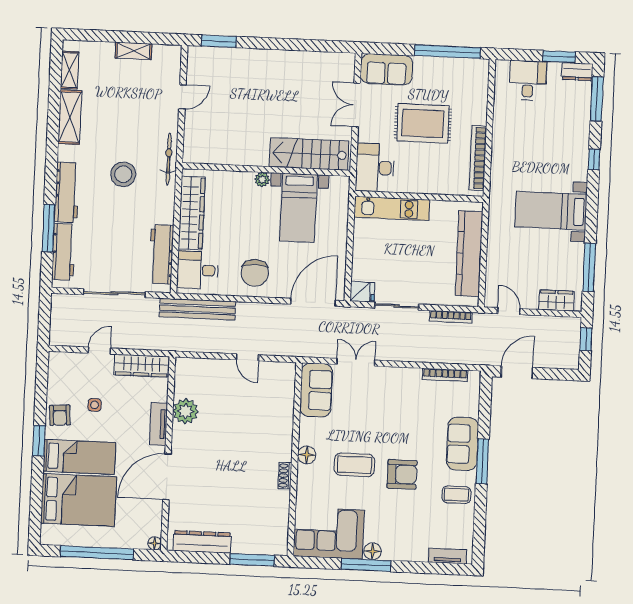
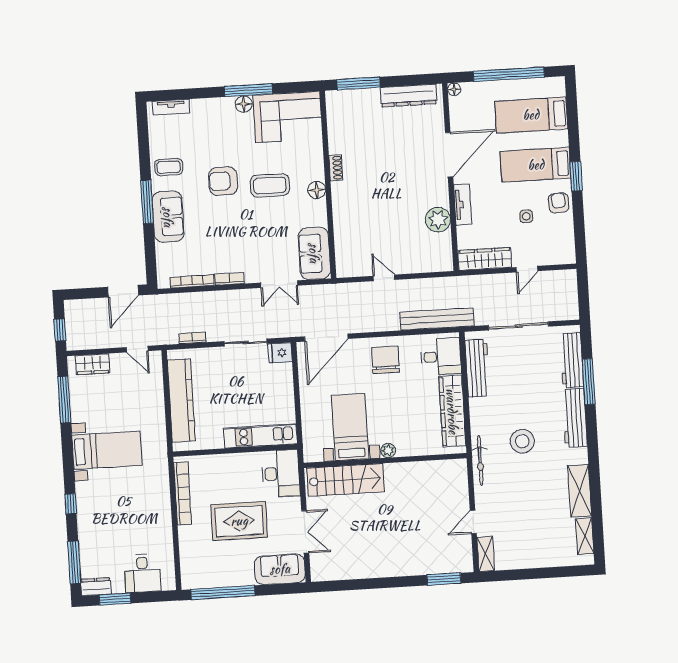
shelving: (133, 51) -> (486, 554), moved, turned 90
bookcase: (451, 317) -> (192, 338), width x0.64
bookcase: (406, 373) -> (230, 279), added
bed: (79, 500) -> (531, 115), width x0.67

